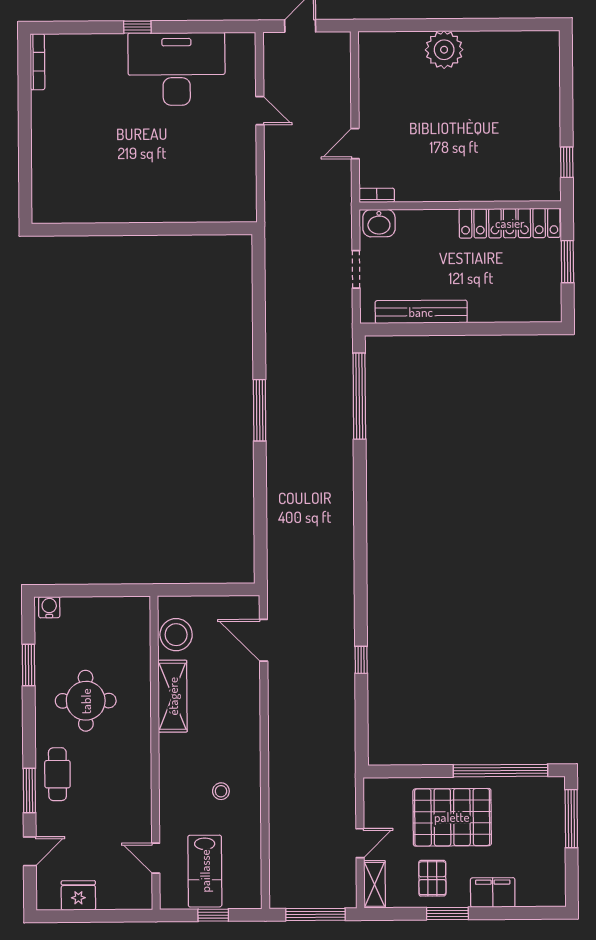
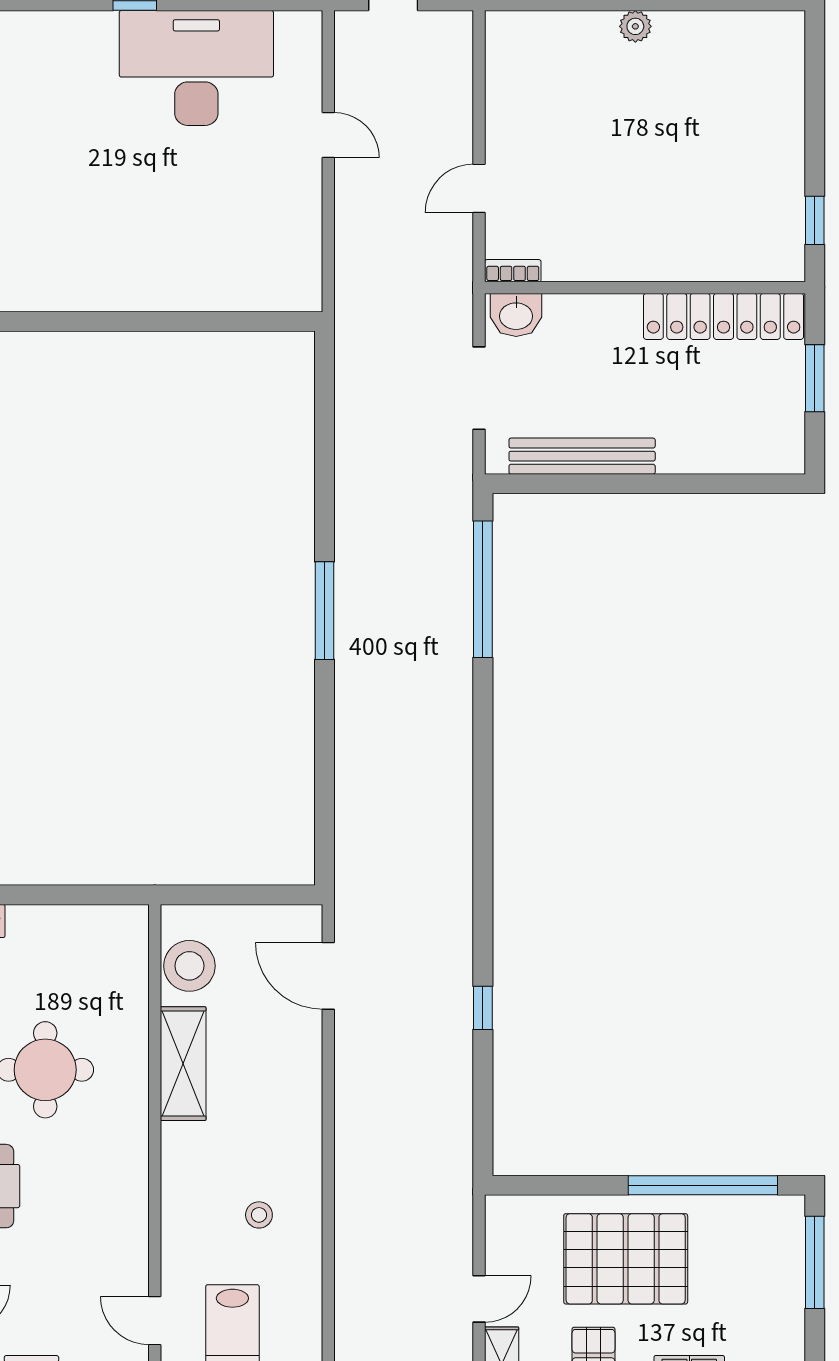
plant: (444, 50) -> (635, 26), width x0.53, depth x0.53
doorway: (356, 269) -> (479, 388), width x1.38

